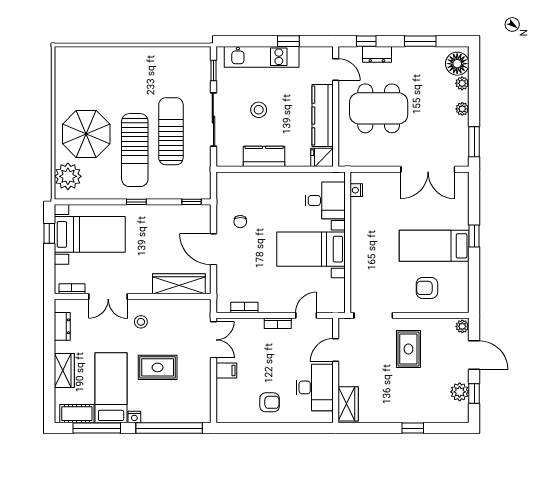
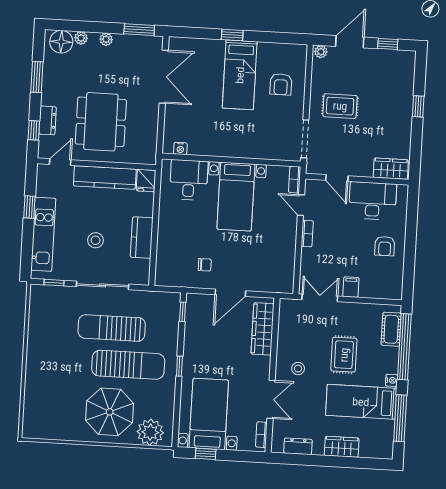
bookcase: (244, 307) -> (295, 180), moved
plant: (460, 392) -> (385, 58), removed
armchair: (270, 402) -> (385, 246), turned 180
cot: (77, 414) -> (391, 329), moved

